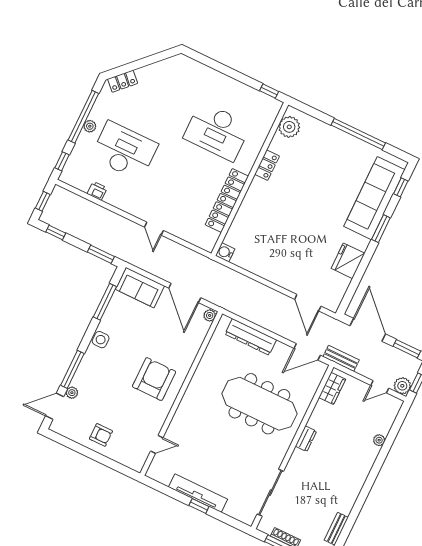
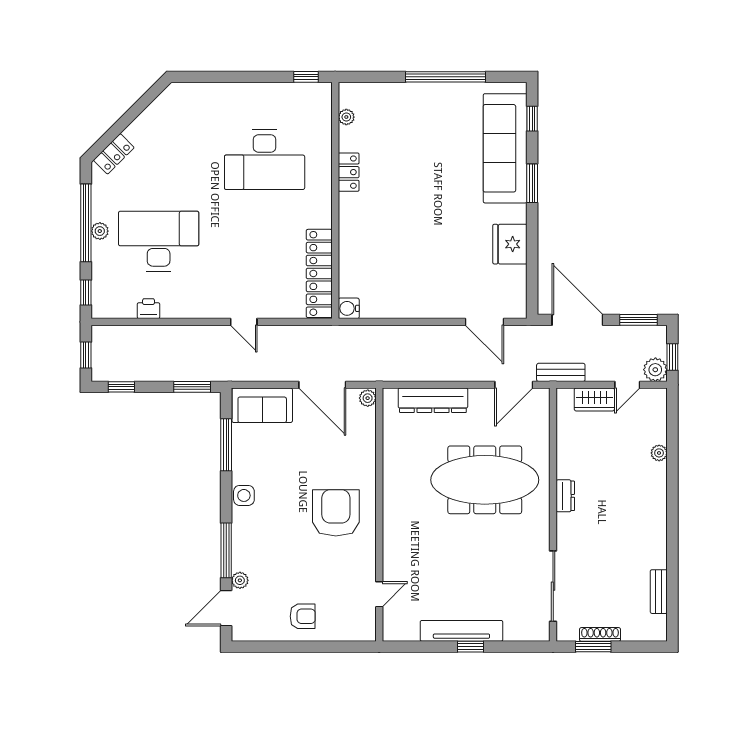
plant: (289, 127) -> (346, 117), width x0.53, depth x0.53
locker: (227, 200) -> (319, 273), moved
wardrobe: (332, 388) -> (594, 399), moved, turned 90

